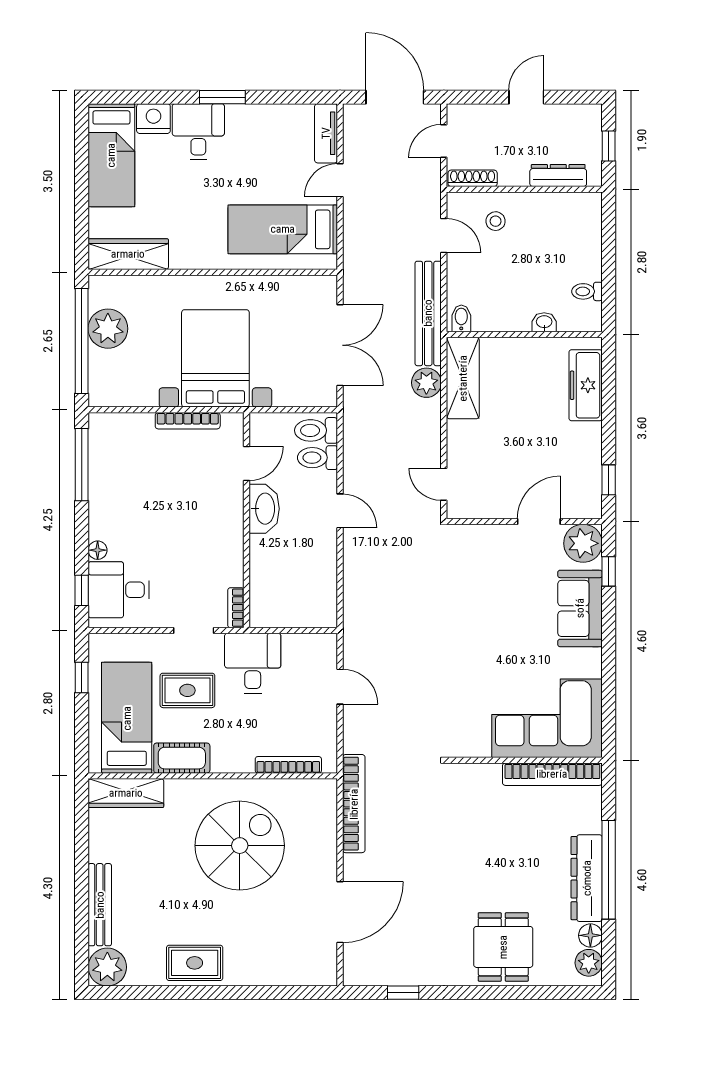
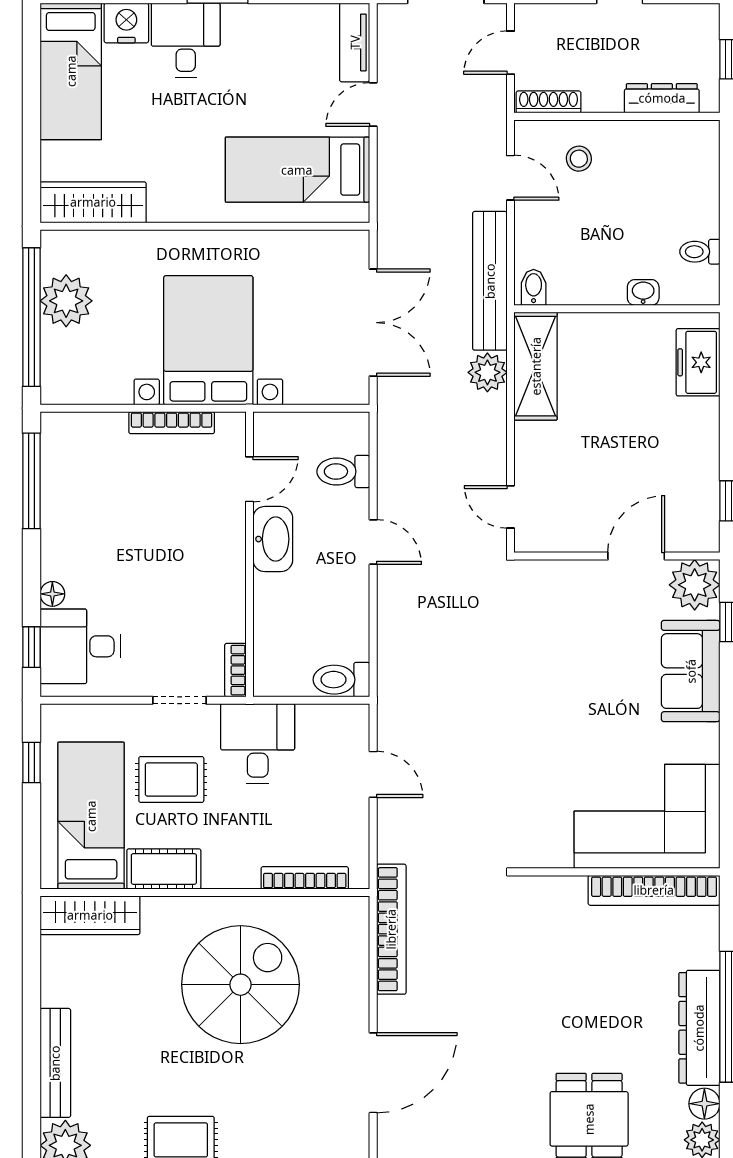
freezer: (586, 385) -> (698, 362), width x0.71
toilet: (316, 430) -> (341, 680), moved

